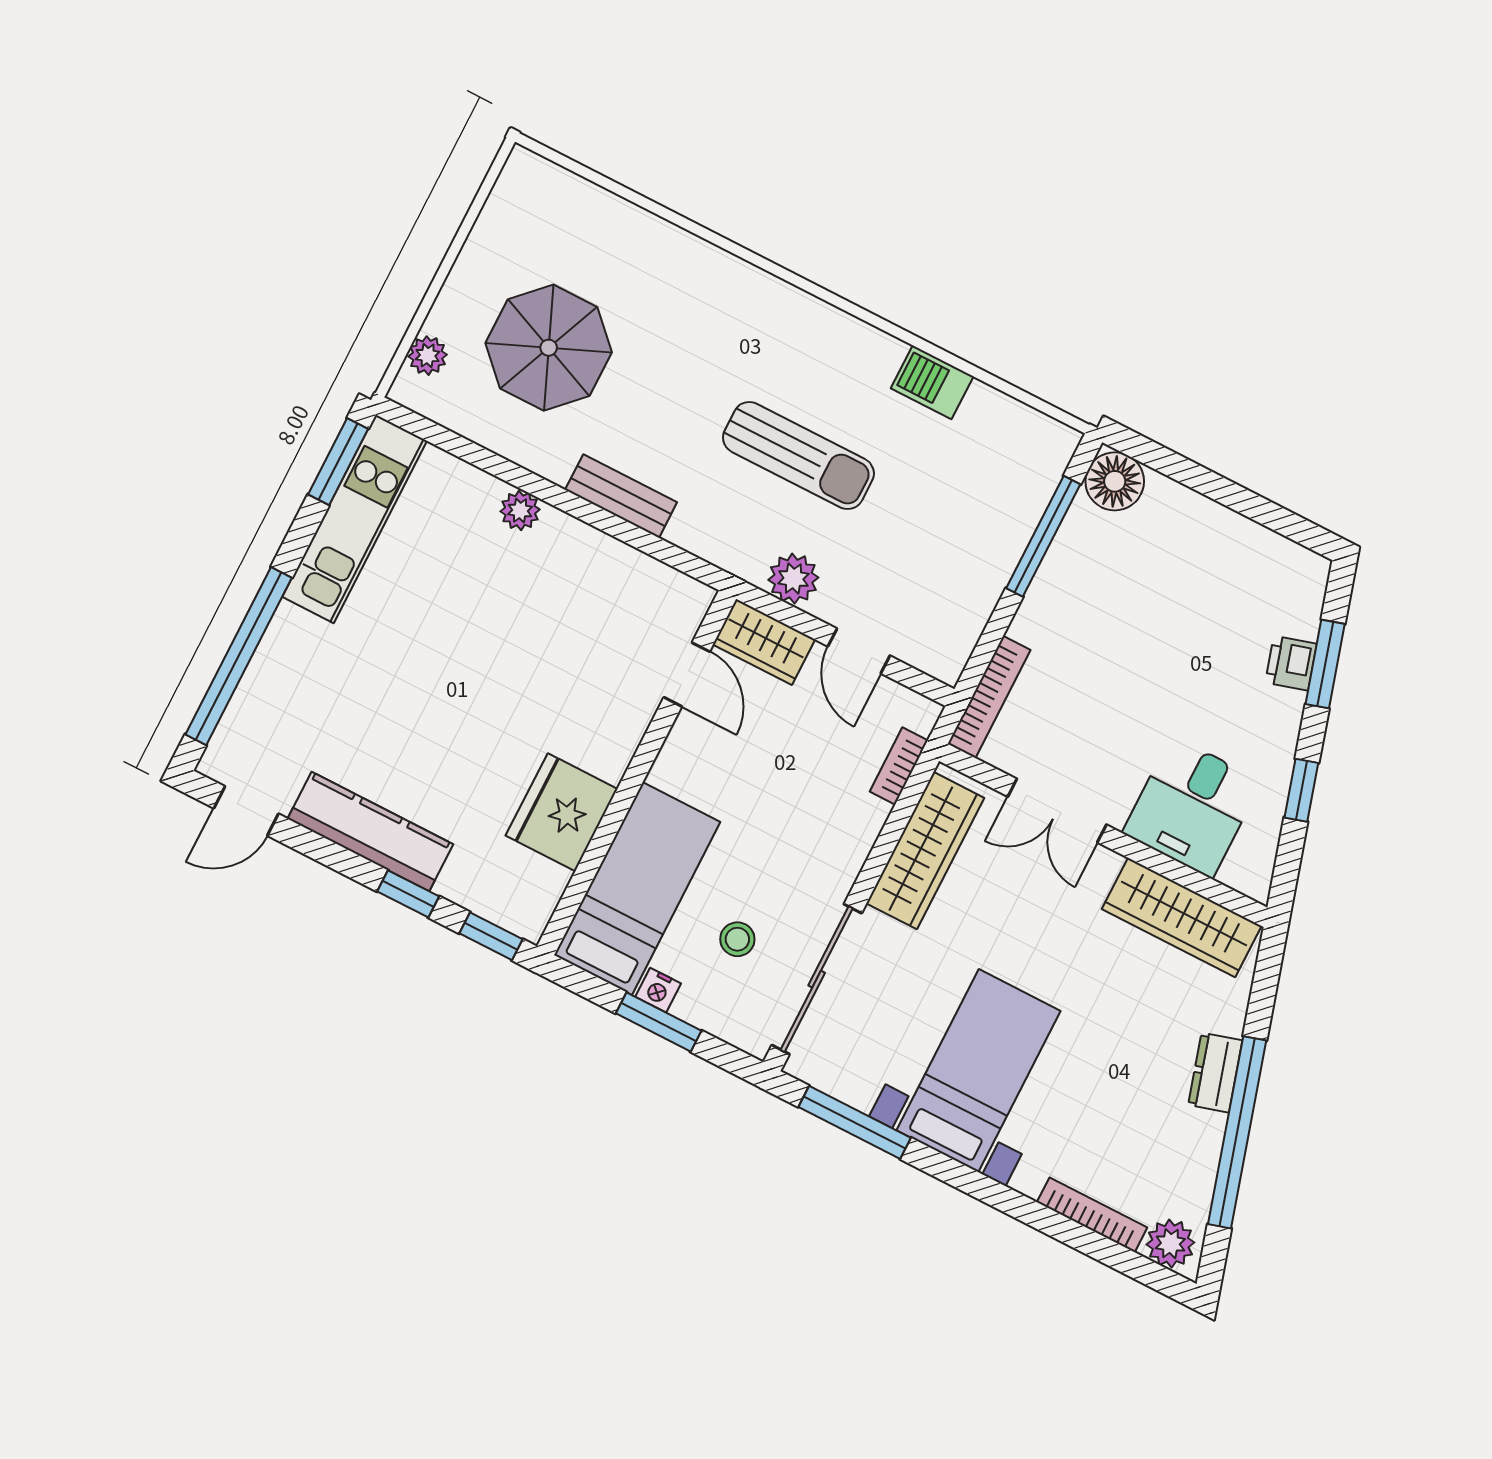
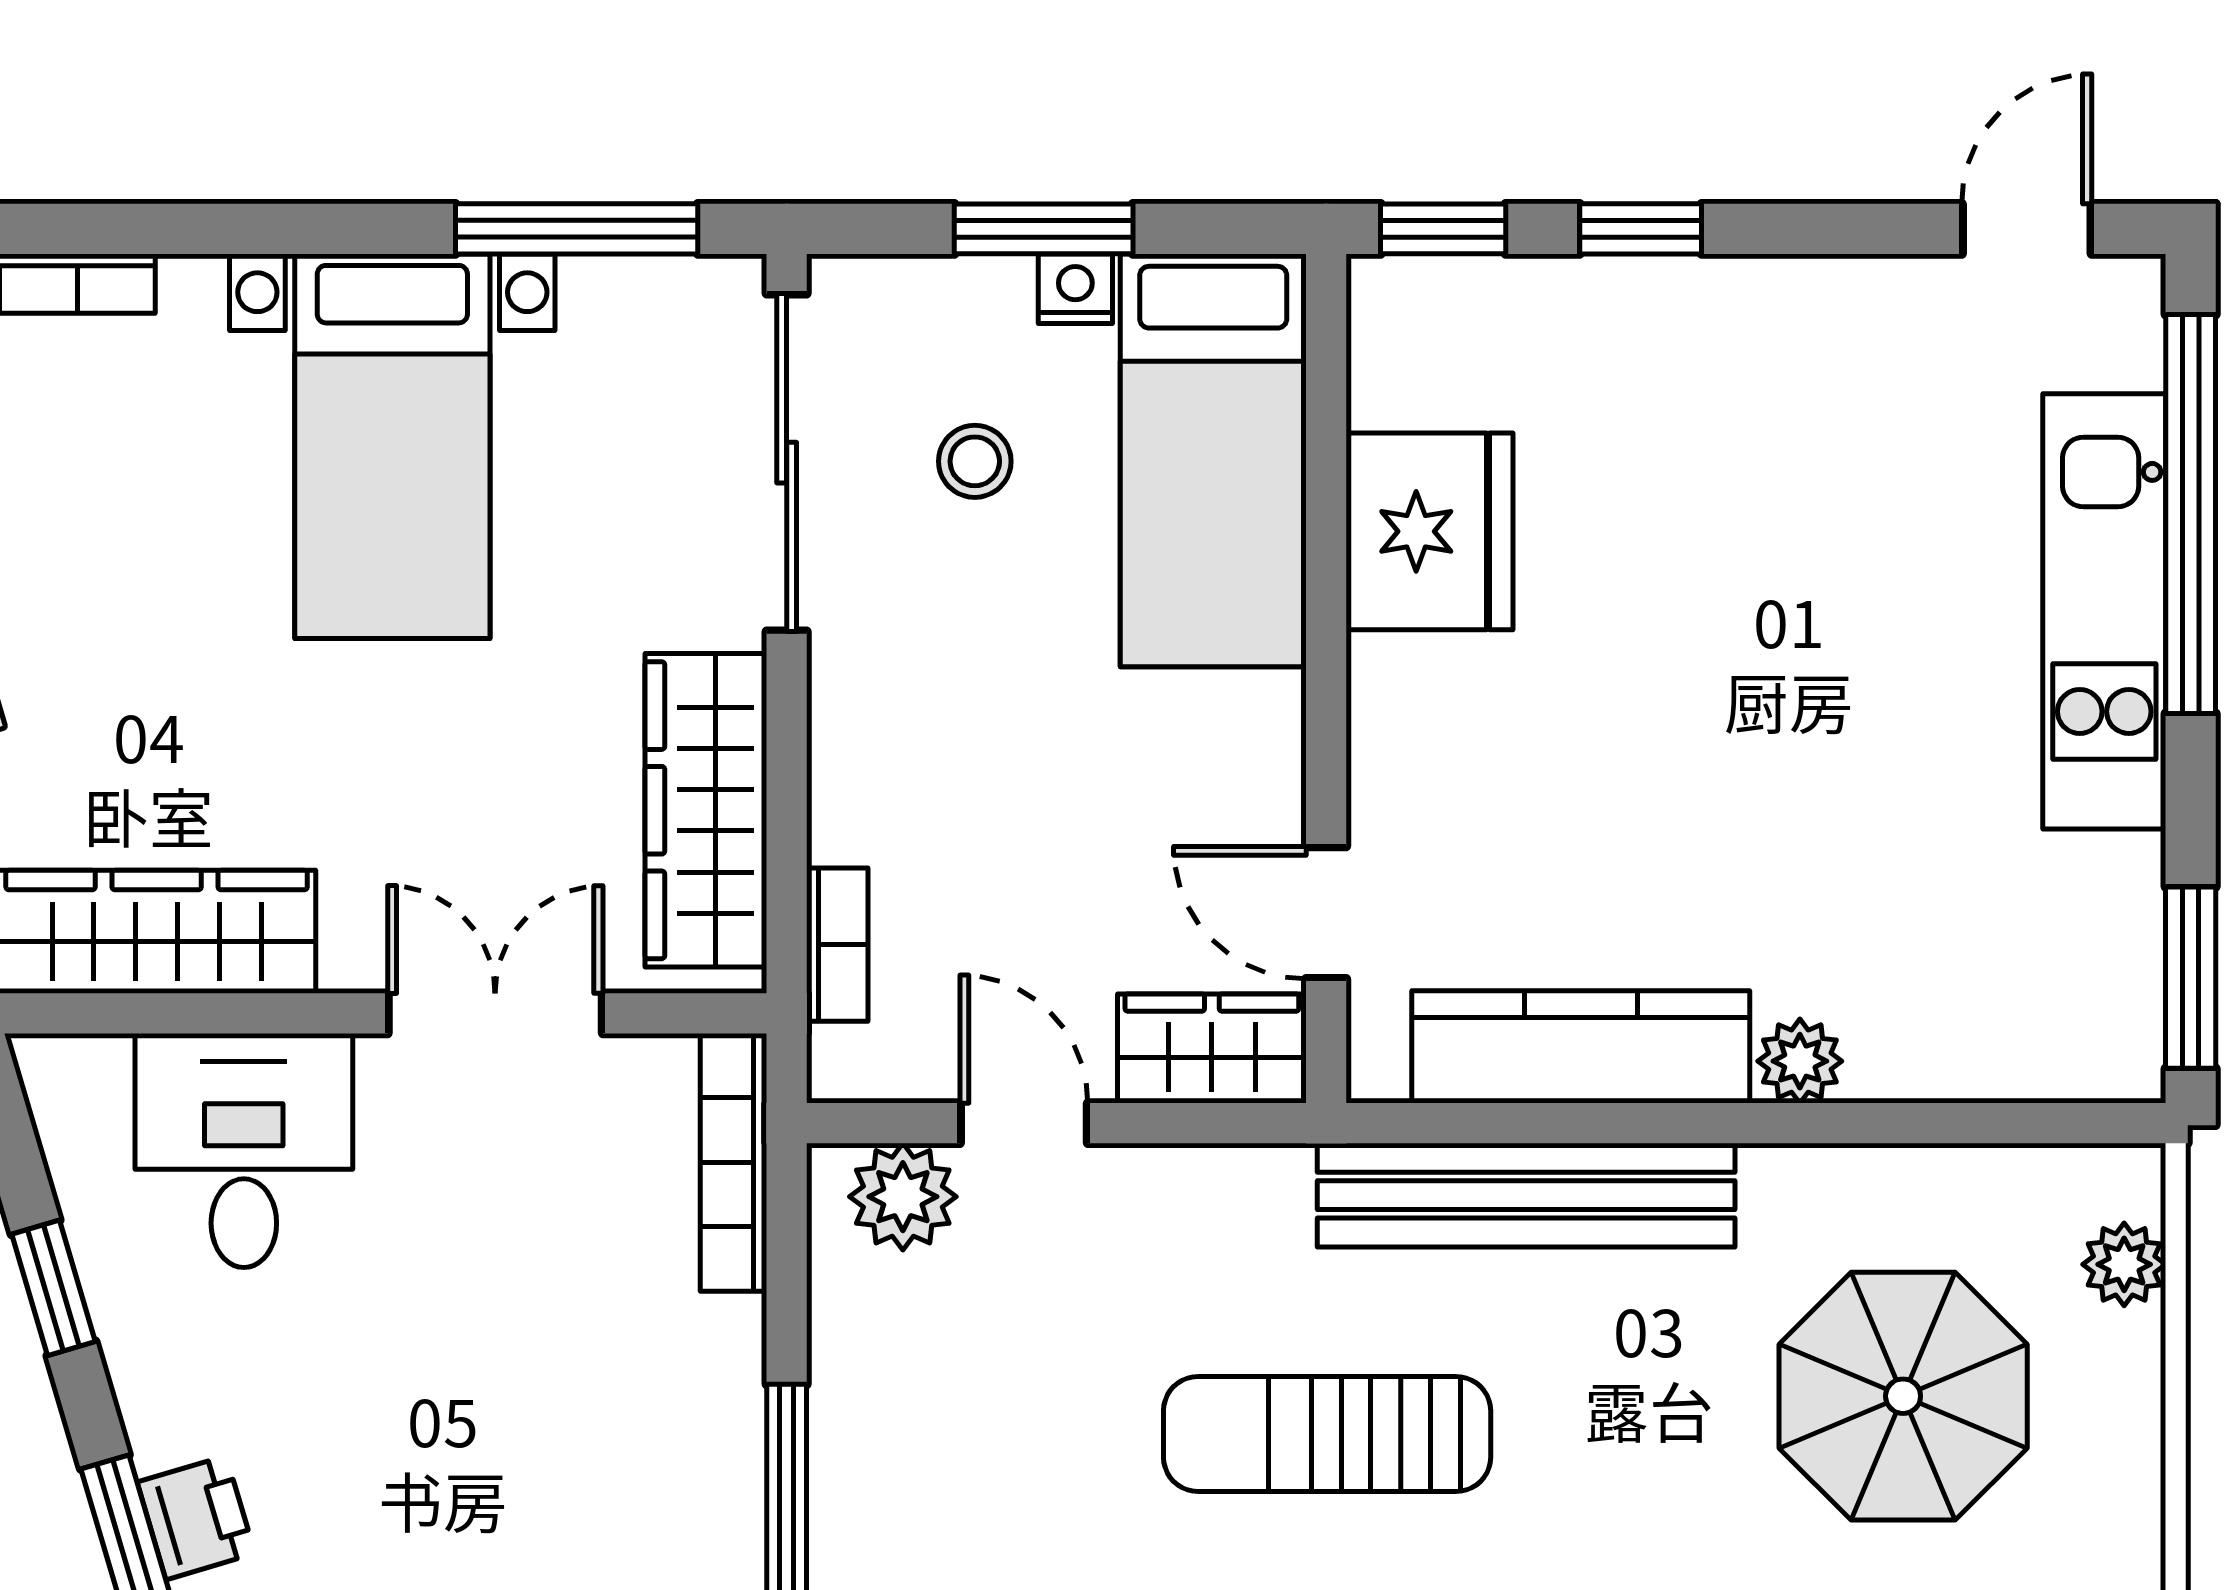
bench: (621, 496) -> (1526, 1195), width x1.86, depth x1.21
kitchen unit: (355, 519) -> (2104, 611), moved
plant: (793, 579) -> (903, 1197), moved
kitchen counter: (370, 831) -> (1581, 1047), moved, turned 180

